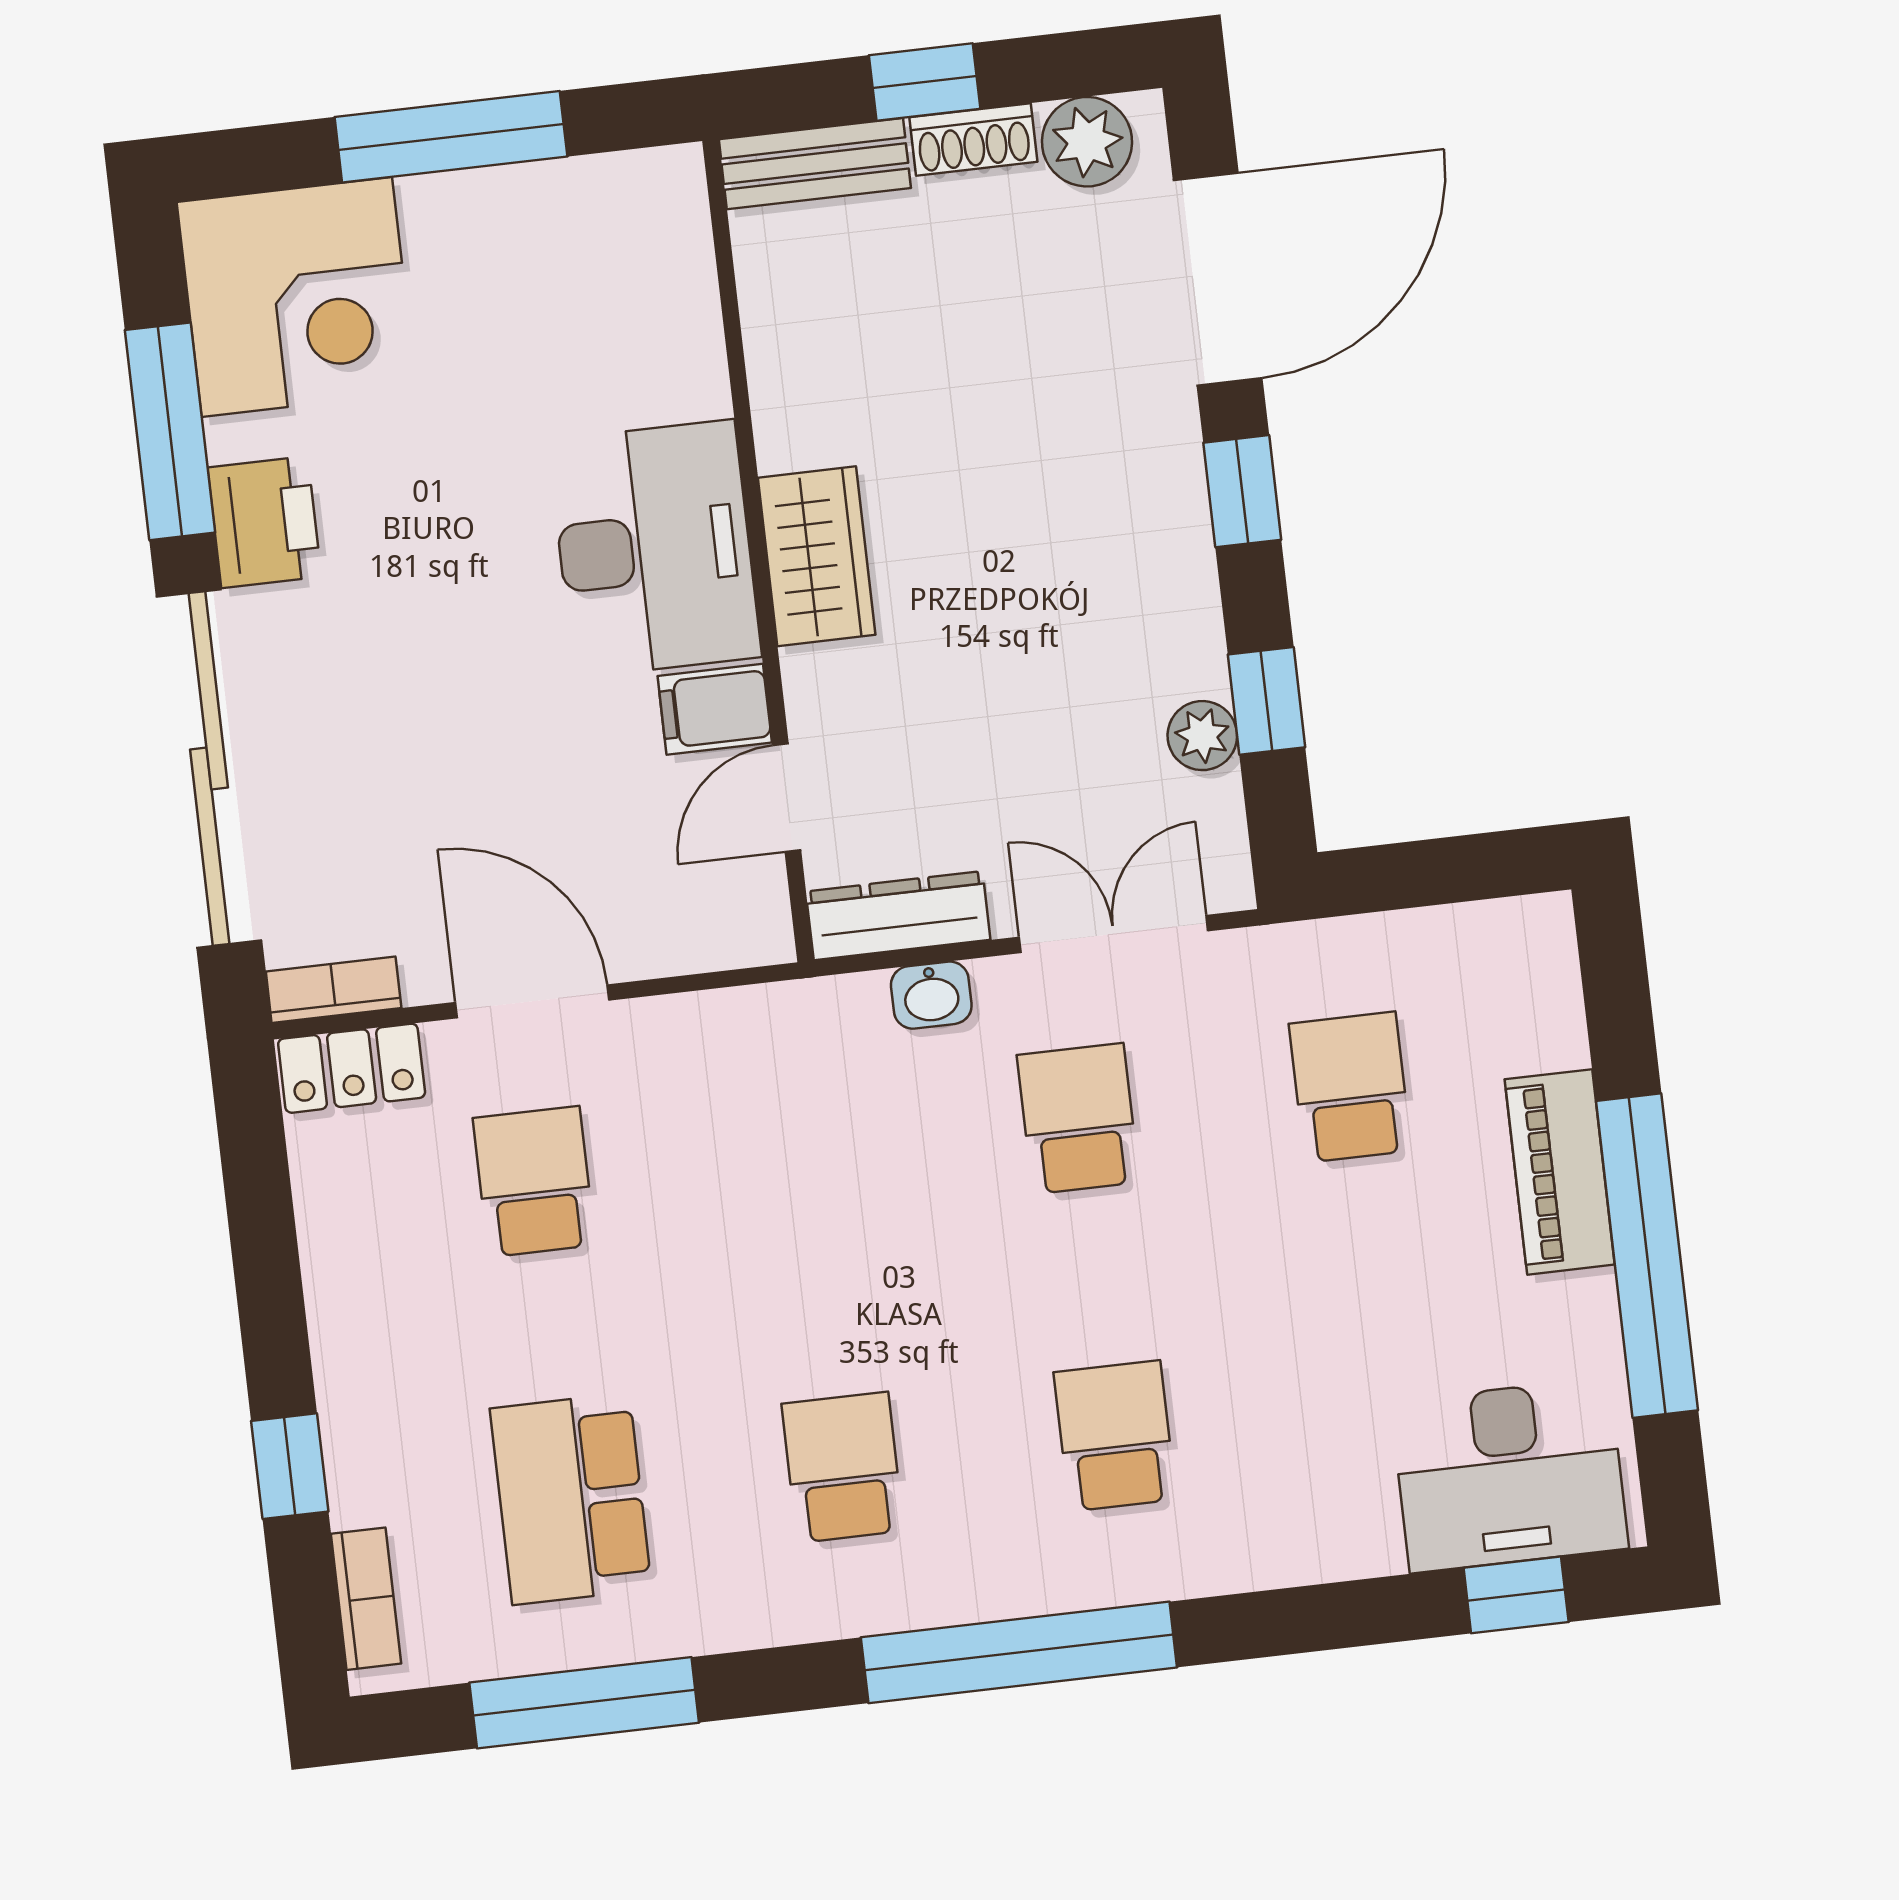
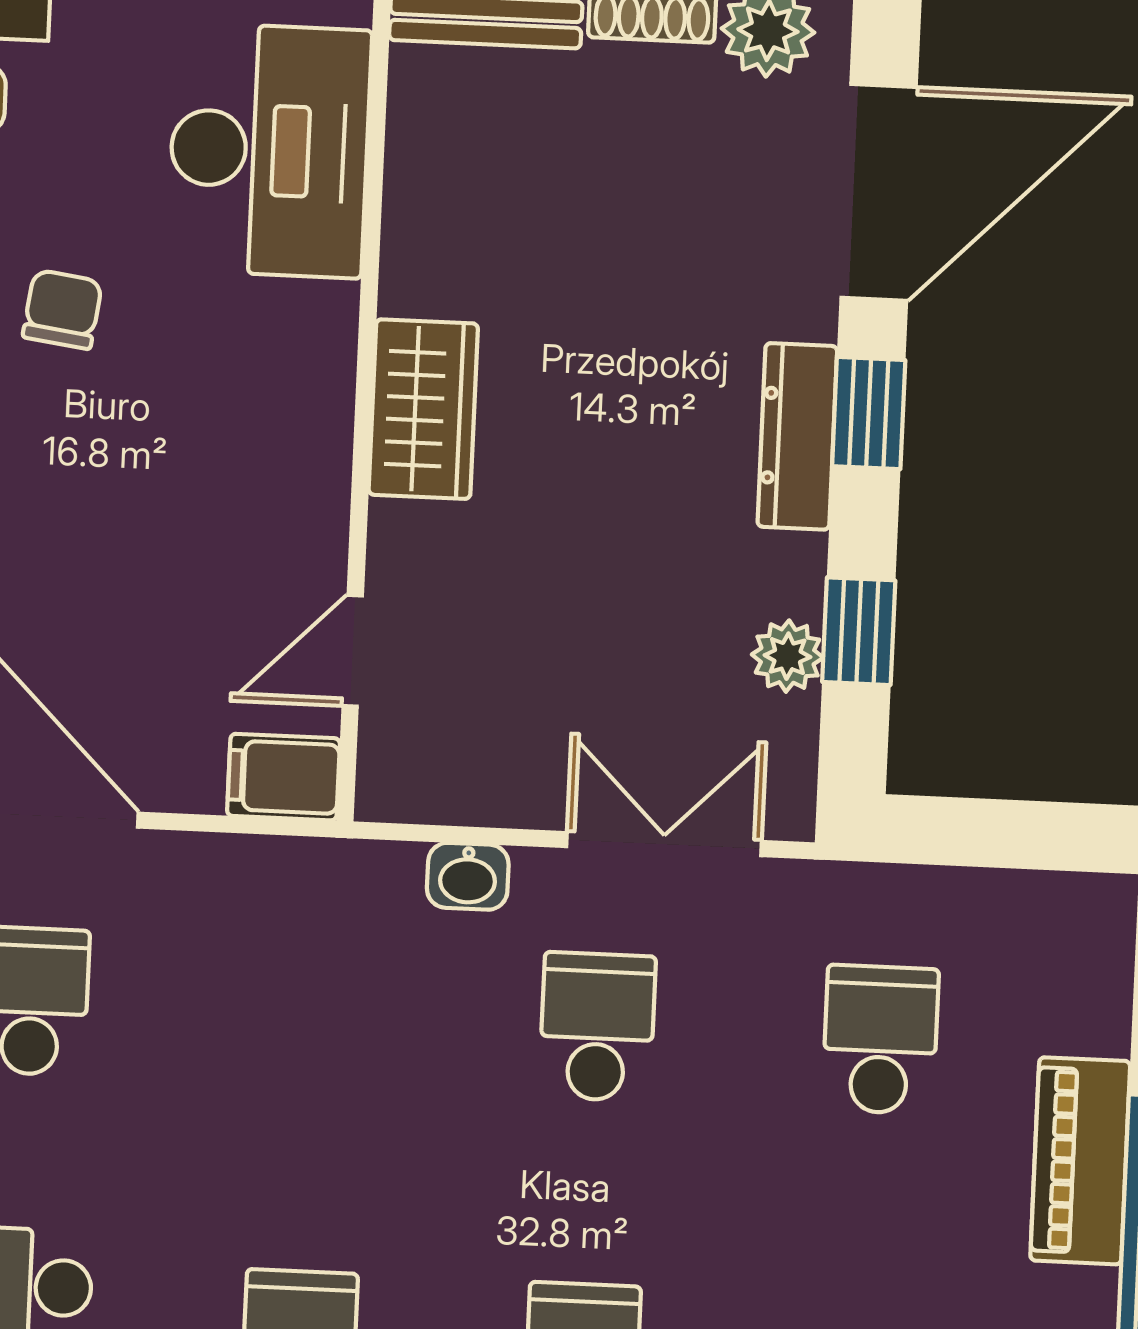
chair: (457, 517) -> (62, 309), added
desk: (655, 549) -> (269, 150), moved
filing cabinet: (715, 709) -> (284, 777), moved
dresser: (898, 916) -> (797, 436), moved, turned -90

